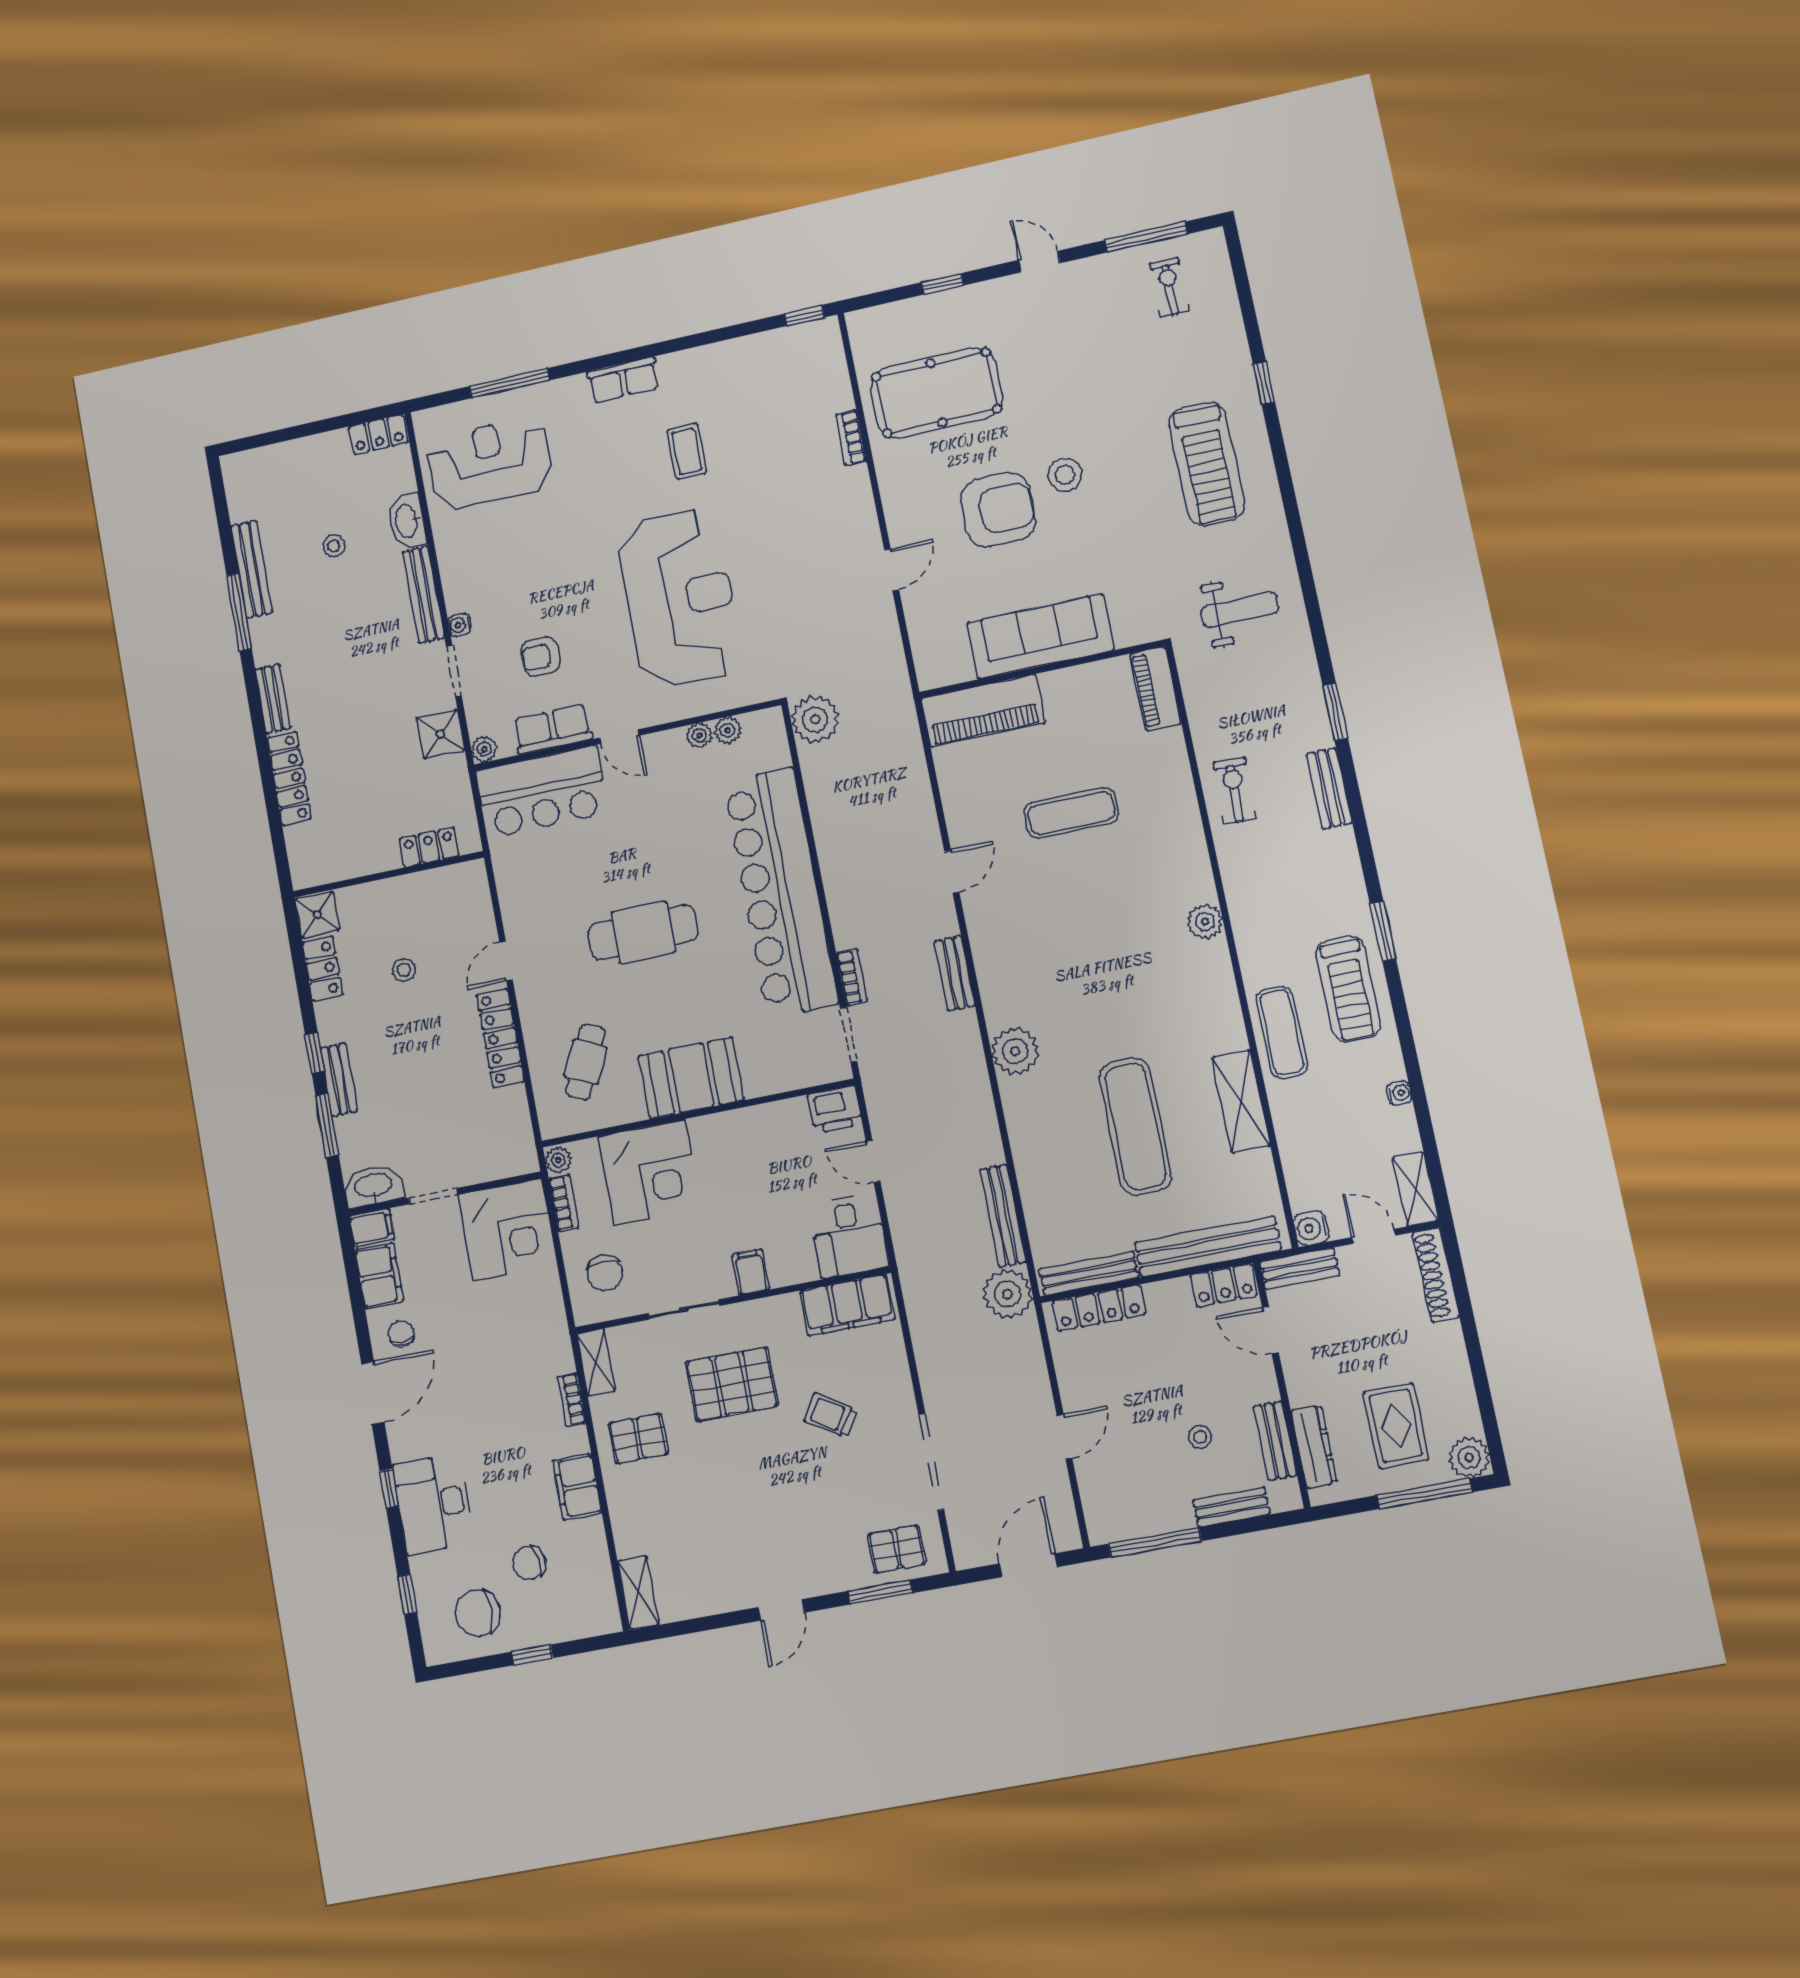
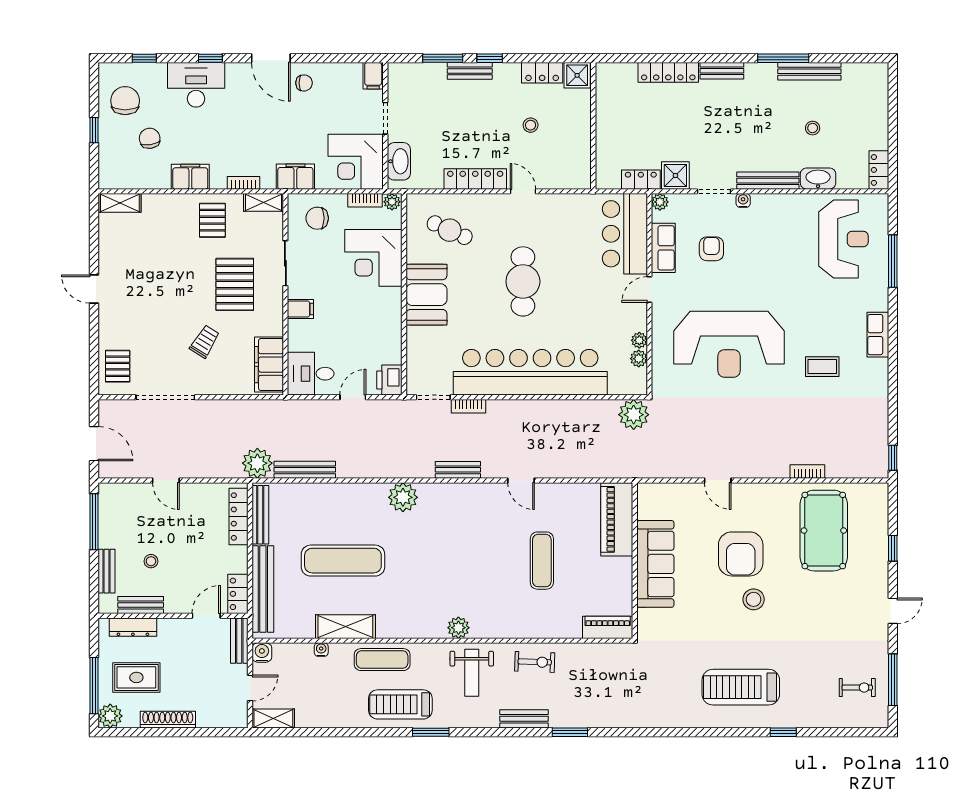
weight bench: (1240, 610) -> (472, 673), moved
locker: (429, 847) -> (641, 180), moved, turned -90
water cooler: (1399, 1093) -> (321, 650), moved, turned 180
washbasin: (373, 1186) -> (399, 161), moved
shoe rack: (1436, 1275) -> (168, 720), moved
filing cabinet: (379, 1276) -> (295, 177), moved, turned 180
window: (880, 1592) -> (94, 351), removed

